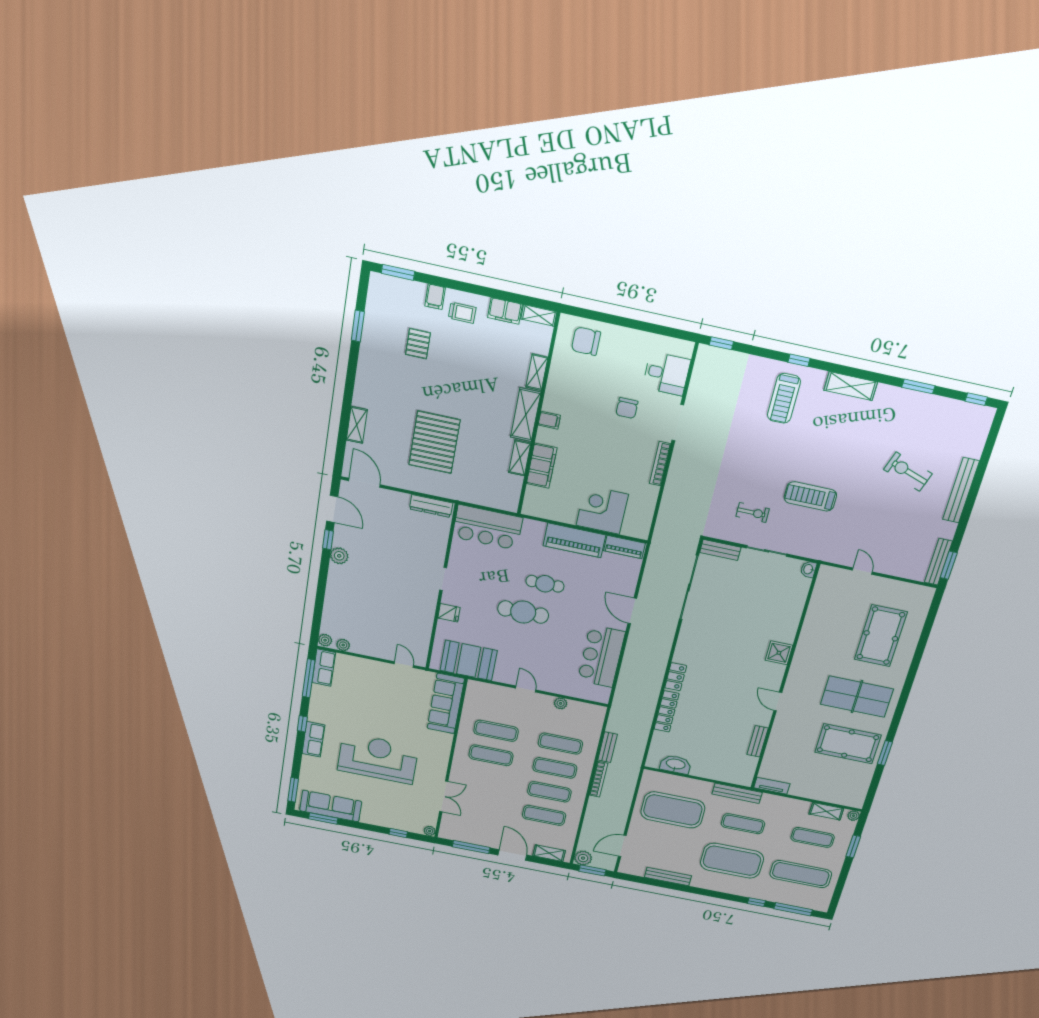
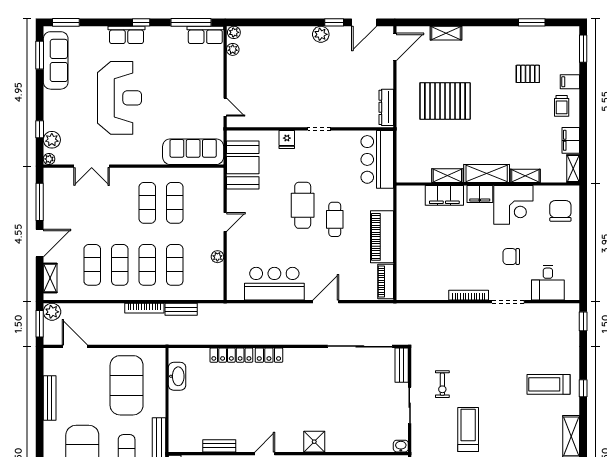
filing cabinet: (549, 420) -> (480, 194), width x2.00
corner desk: (602, 510) -> (513, 205), moved, turned 90
door: (404, 665) -> (225, 107), hinge flipped
plant: (411, 825) -> (52, 140), added

